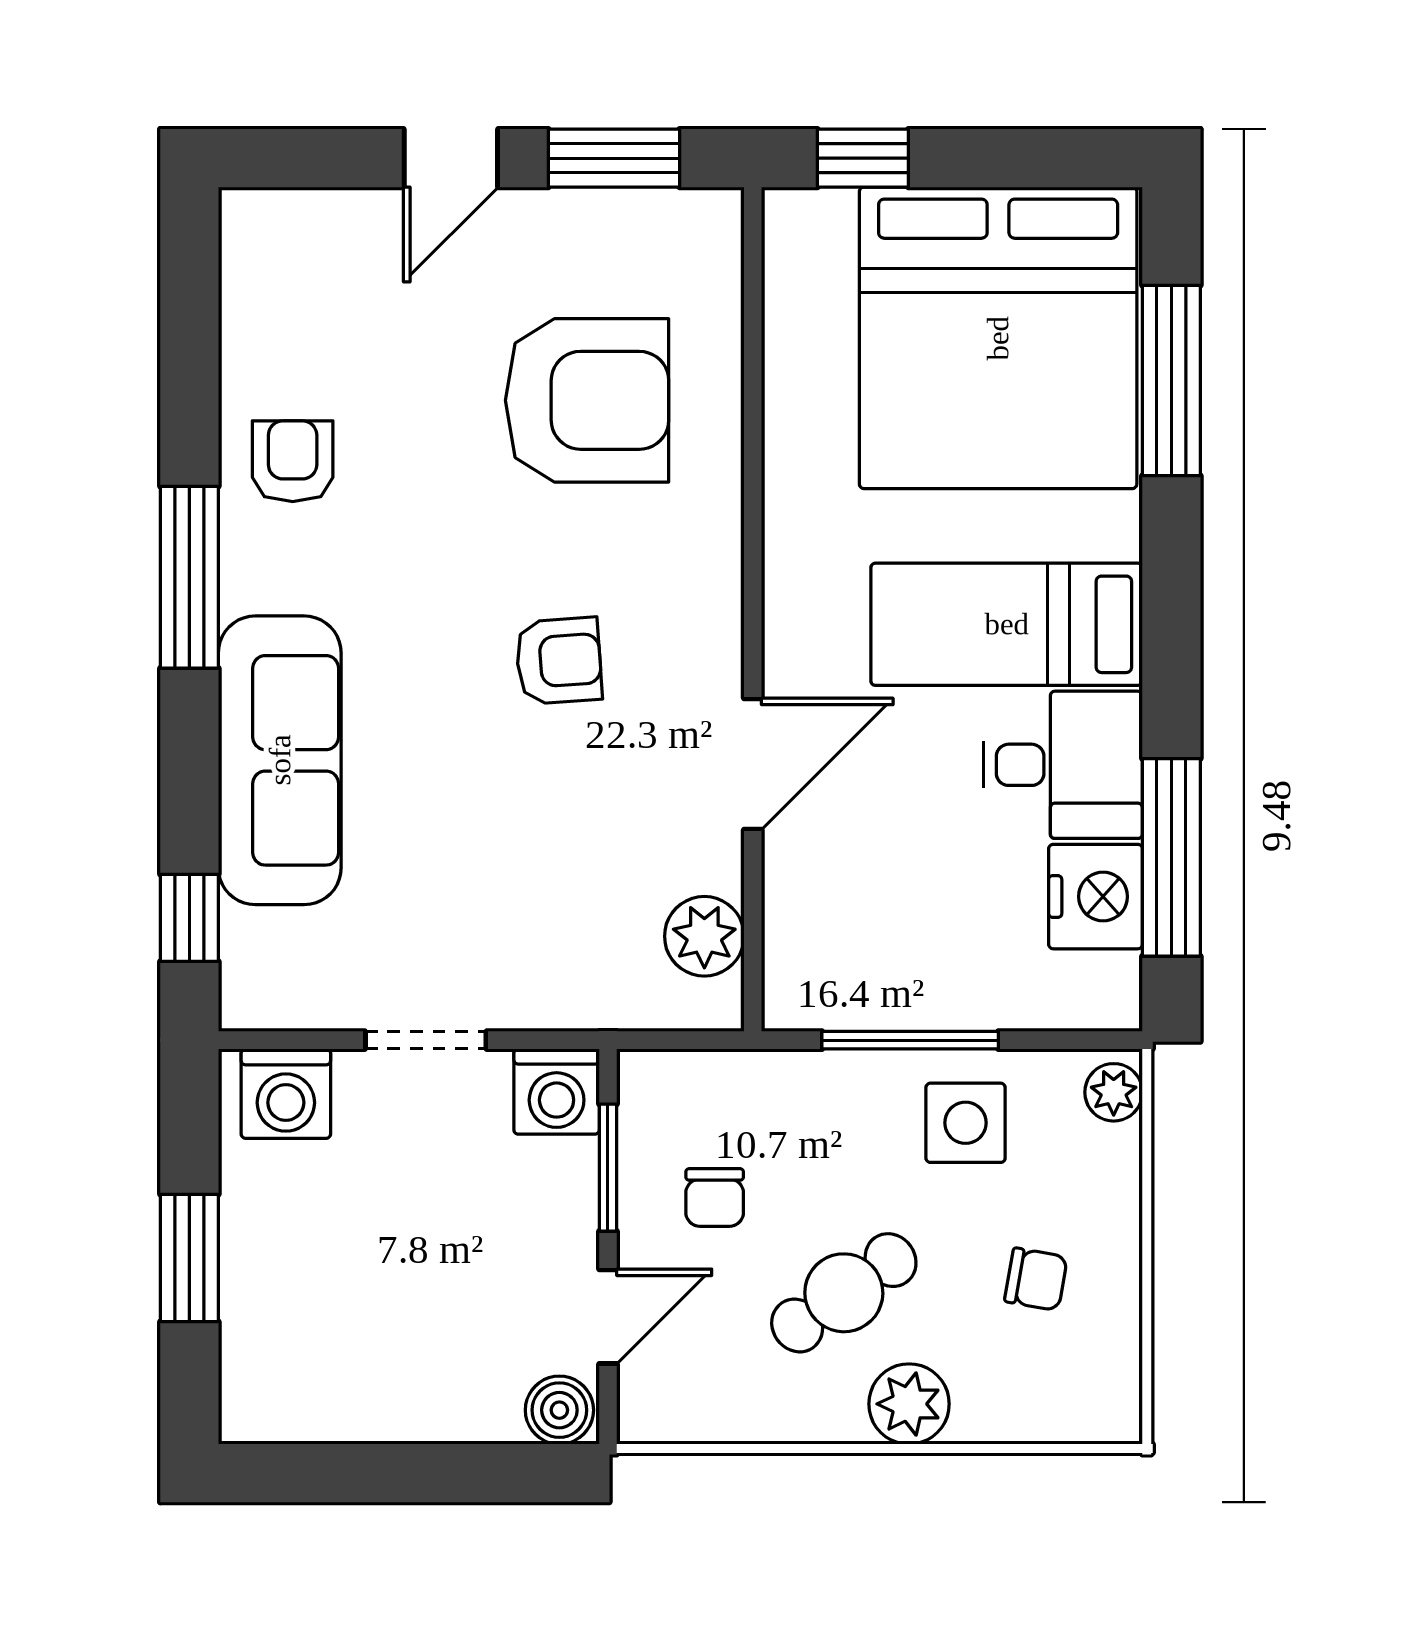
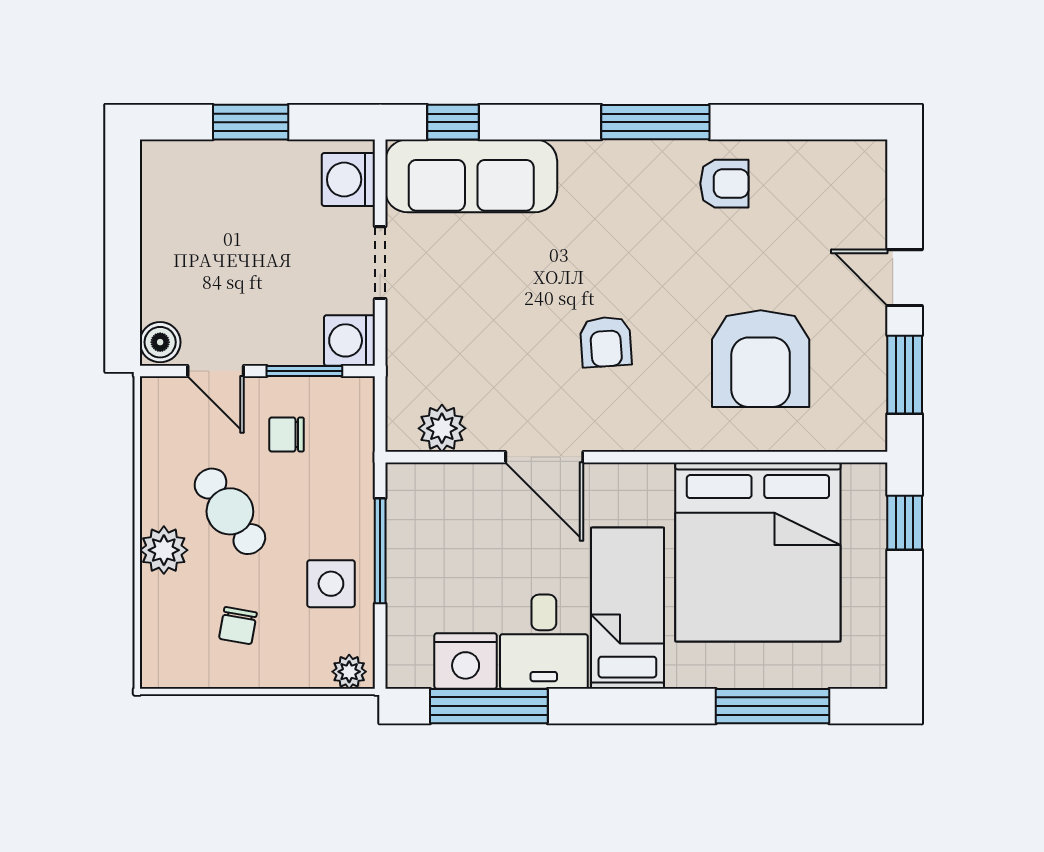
bed: (998, 338) -> (758, 552), moved, turned -90
sofa: (280, 760) -> (471, 176), moved

